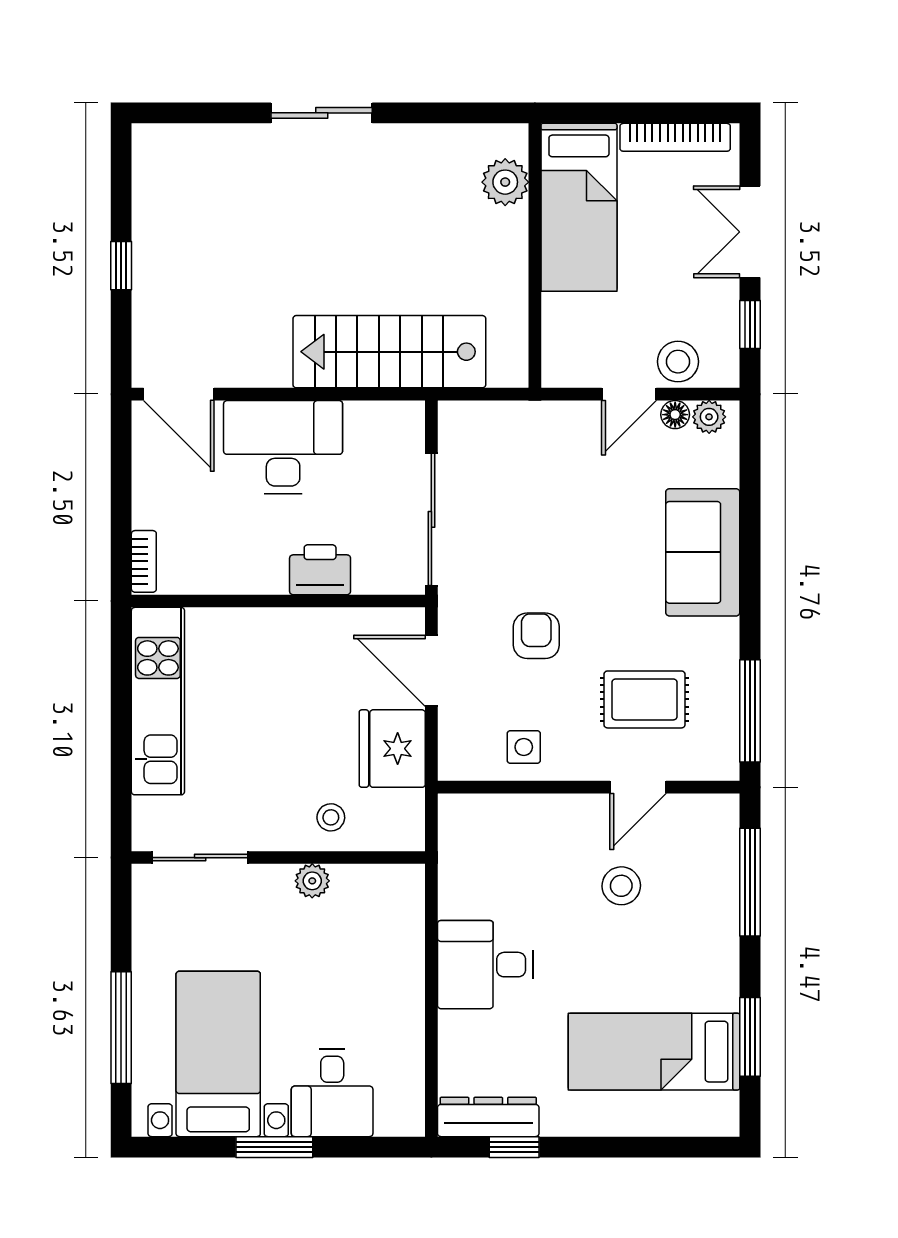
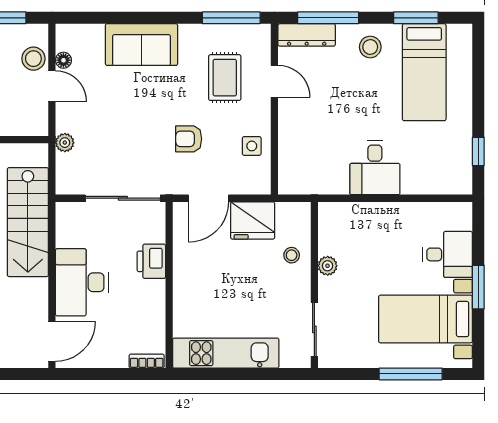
plant: (709, 417) -> (65, 143), moved
stool: (621, 886) -> (370, 47), moved
dresser: (488, 1117) -> (307, 35), moved, turned -90

